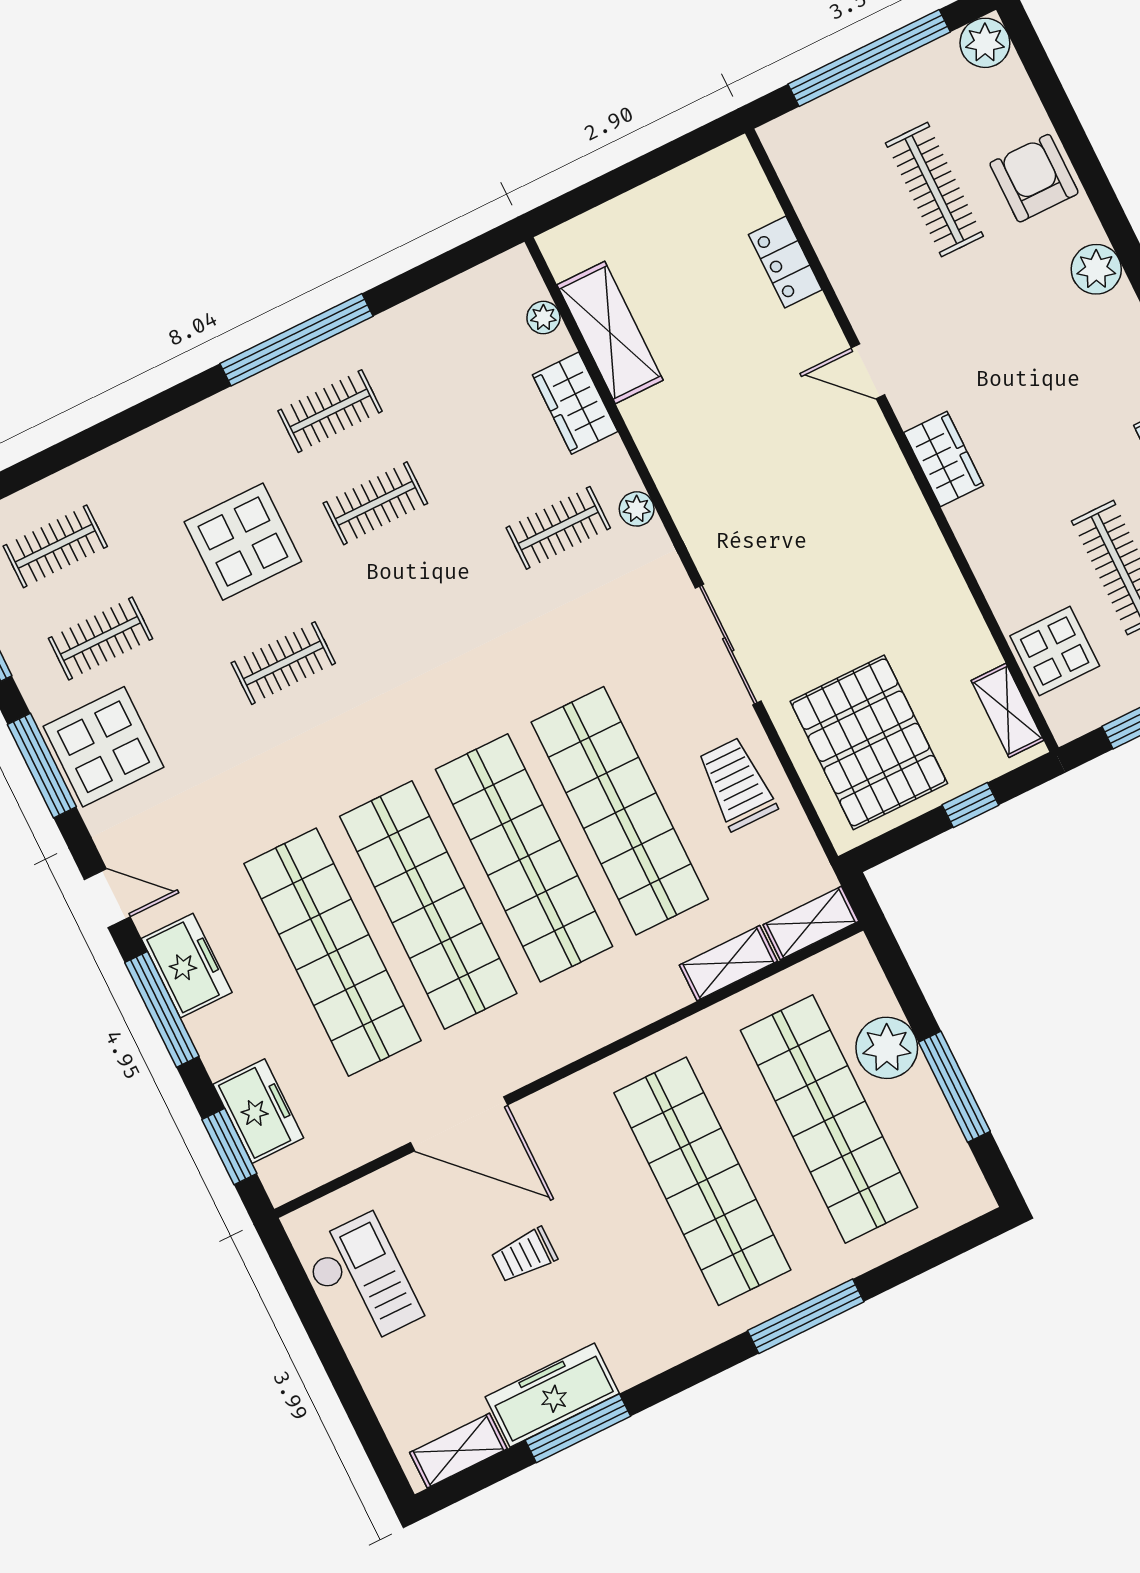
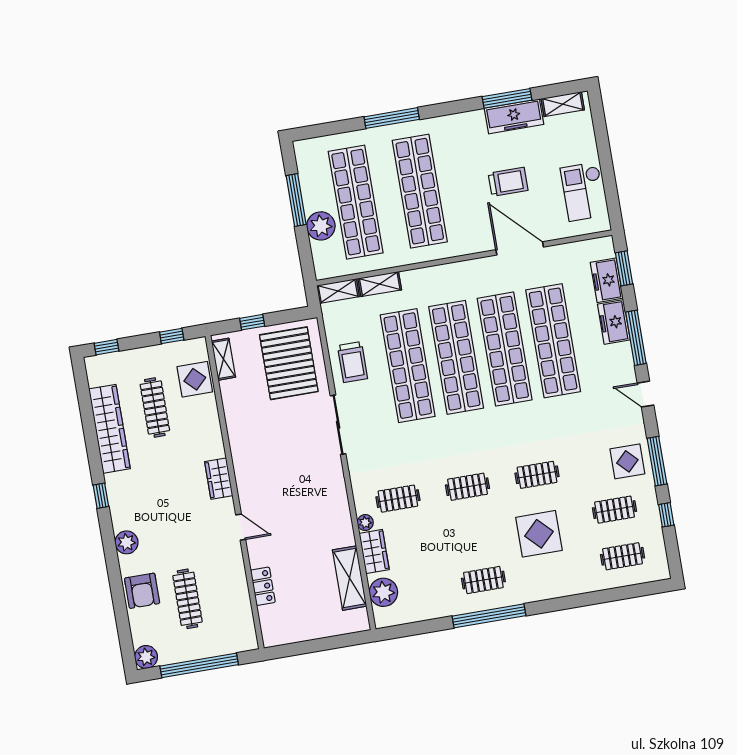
plant: (543, 318) -> (383, 592), width x1.88, depth x1.88
clothes rail: (375, 503) -> (467, 487), moved
plant: (637, 509) -> (365, 523), moved
display table: (103, 747) -> (627, 461), width x0.73, depth x0.73
freezer: (187, 966) -> (614, 322), moved
trolley: (524, 1255) -> (508, 182), width x1.36, depth x1.39

